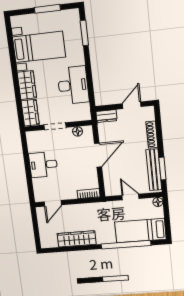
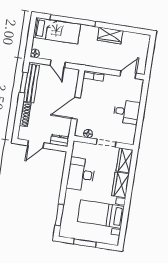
wardrobe: (77, 239) -> (110, 36), width x0.67

